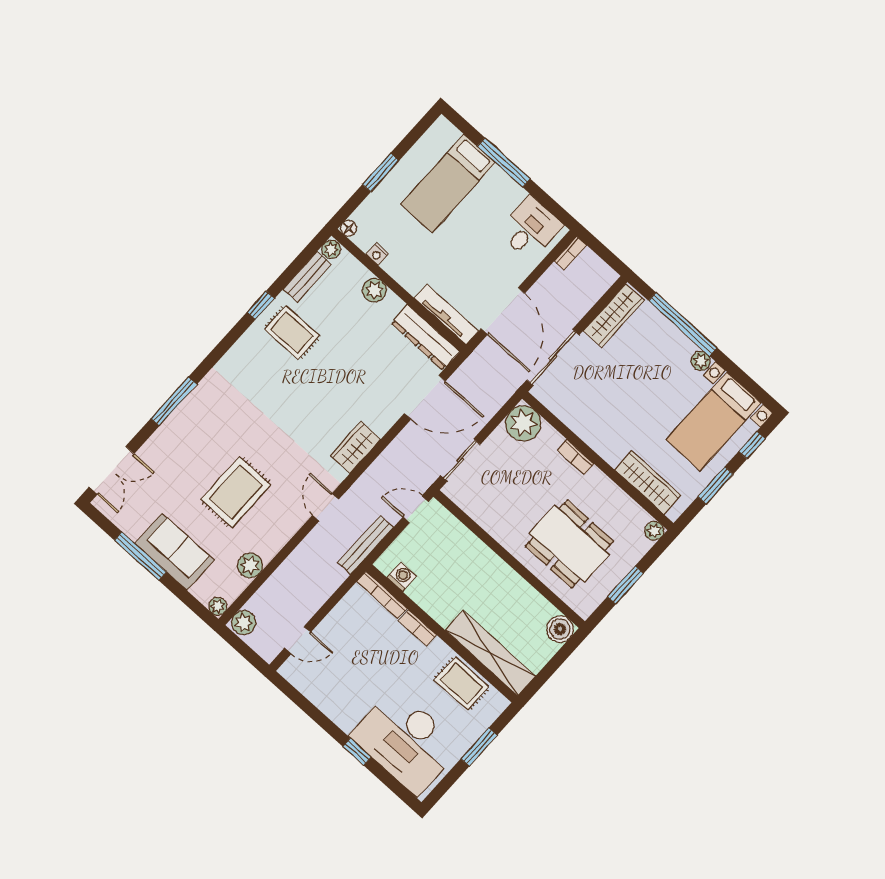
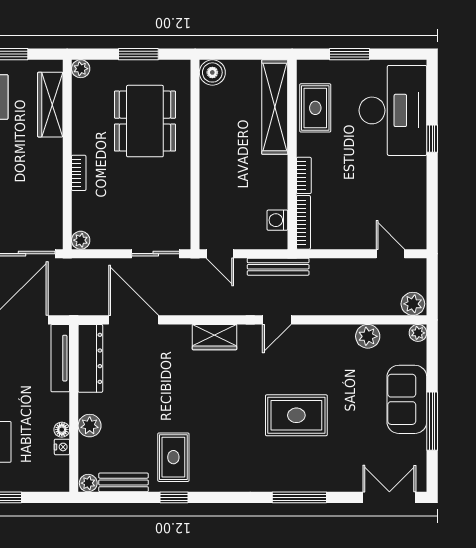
floor lamp: (349, 228) -> (62, 430), moved
plant: (523, 423) -> (81, 240), width x0.53, depth x0.53
rug: (236, 492) -> (296, 415), moved

